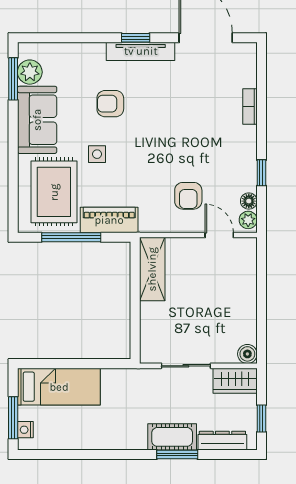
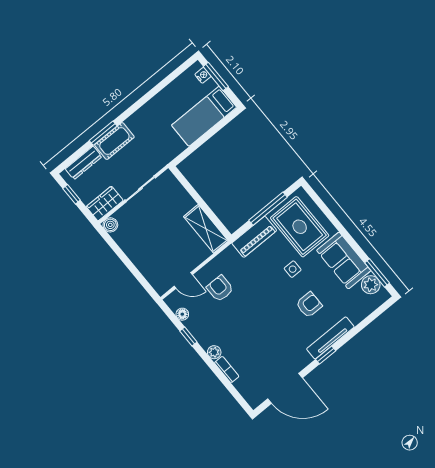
tv unit: (141, 51) -> (330, 338), moved
plant: (248, 220) -> (214, 352), moved

